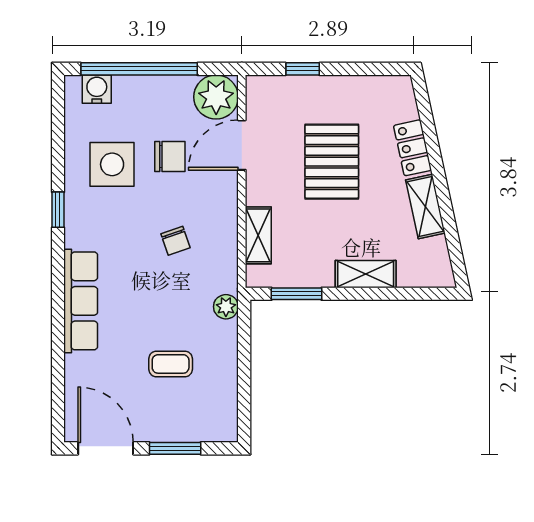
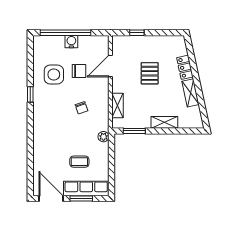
water cooler: (97, 89) -> (71, 42), moved
plant: (216, 97) -> (99, 45), removed
pallet: (332, 162) -> (150, 73), width x0.67, depth x0.71
row of seats: (81, 301) -> (86, 189), moved, turned -90

